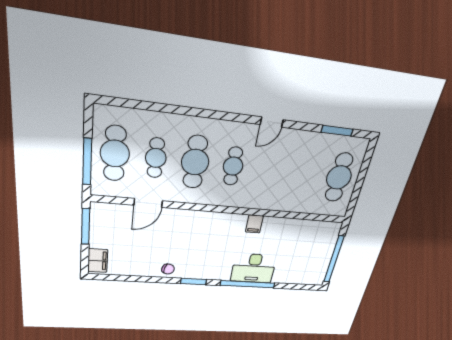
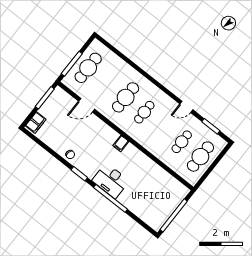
door: (272, 122) -> (186, 107), moved
cafe table: (156, 158) -> (182, 142), moved
filing cabinet: (254, 224) -> (121, 143), moved
desk: (254, 268) -> (111, 181), moved

